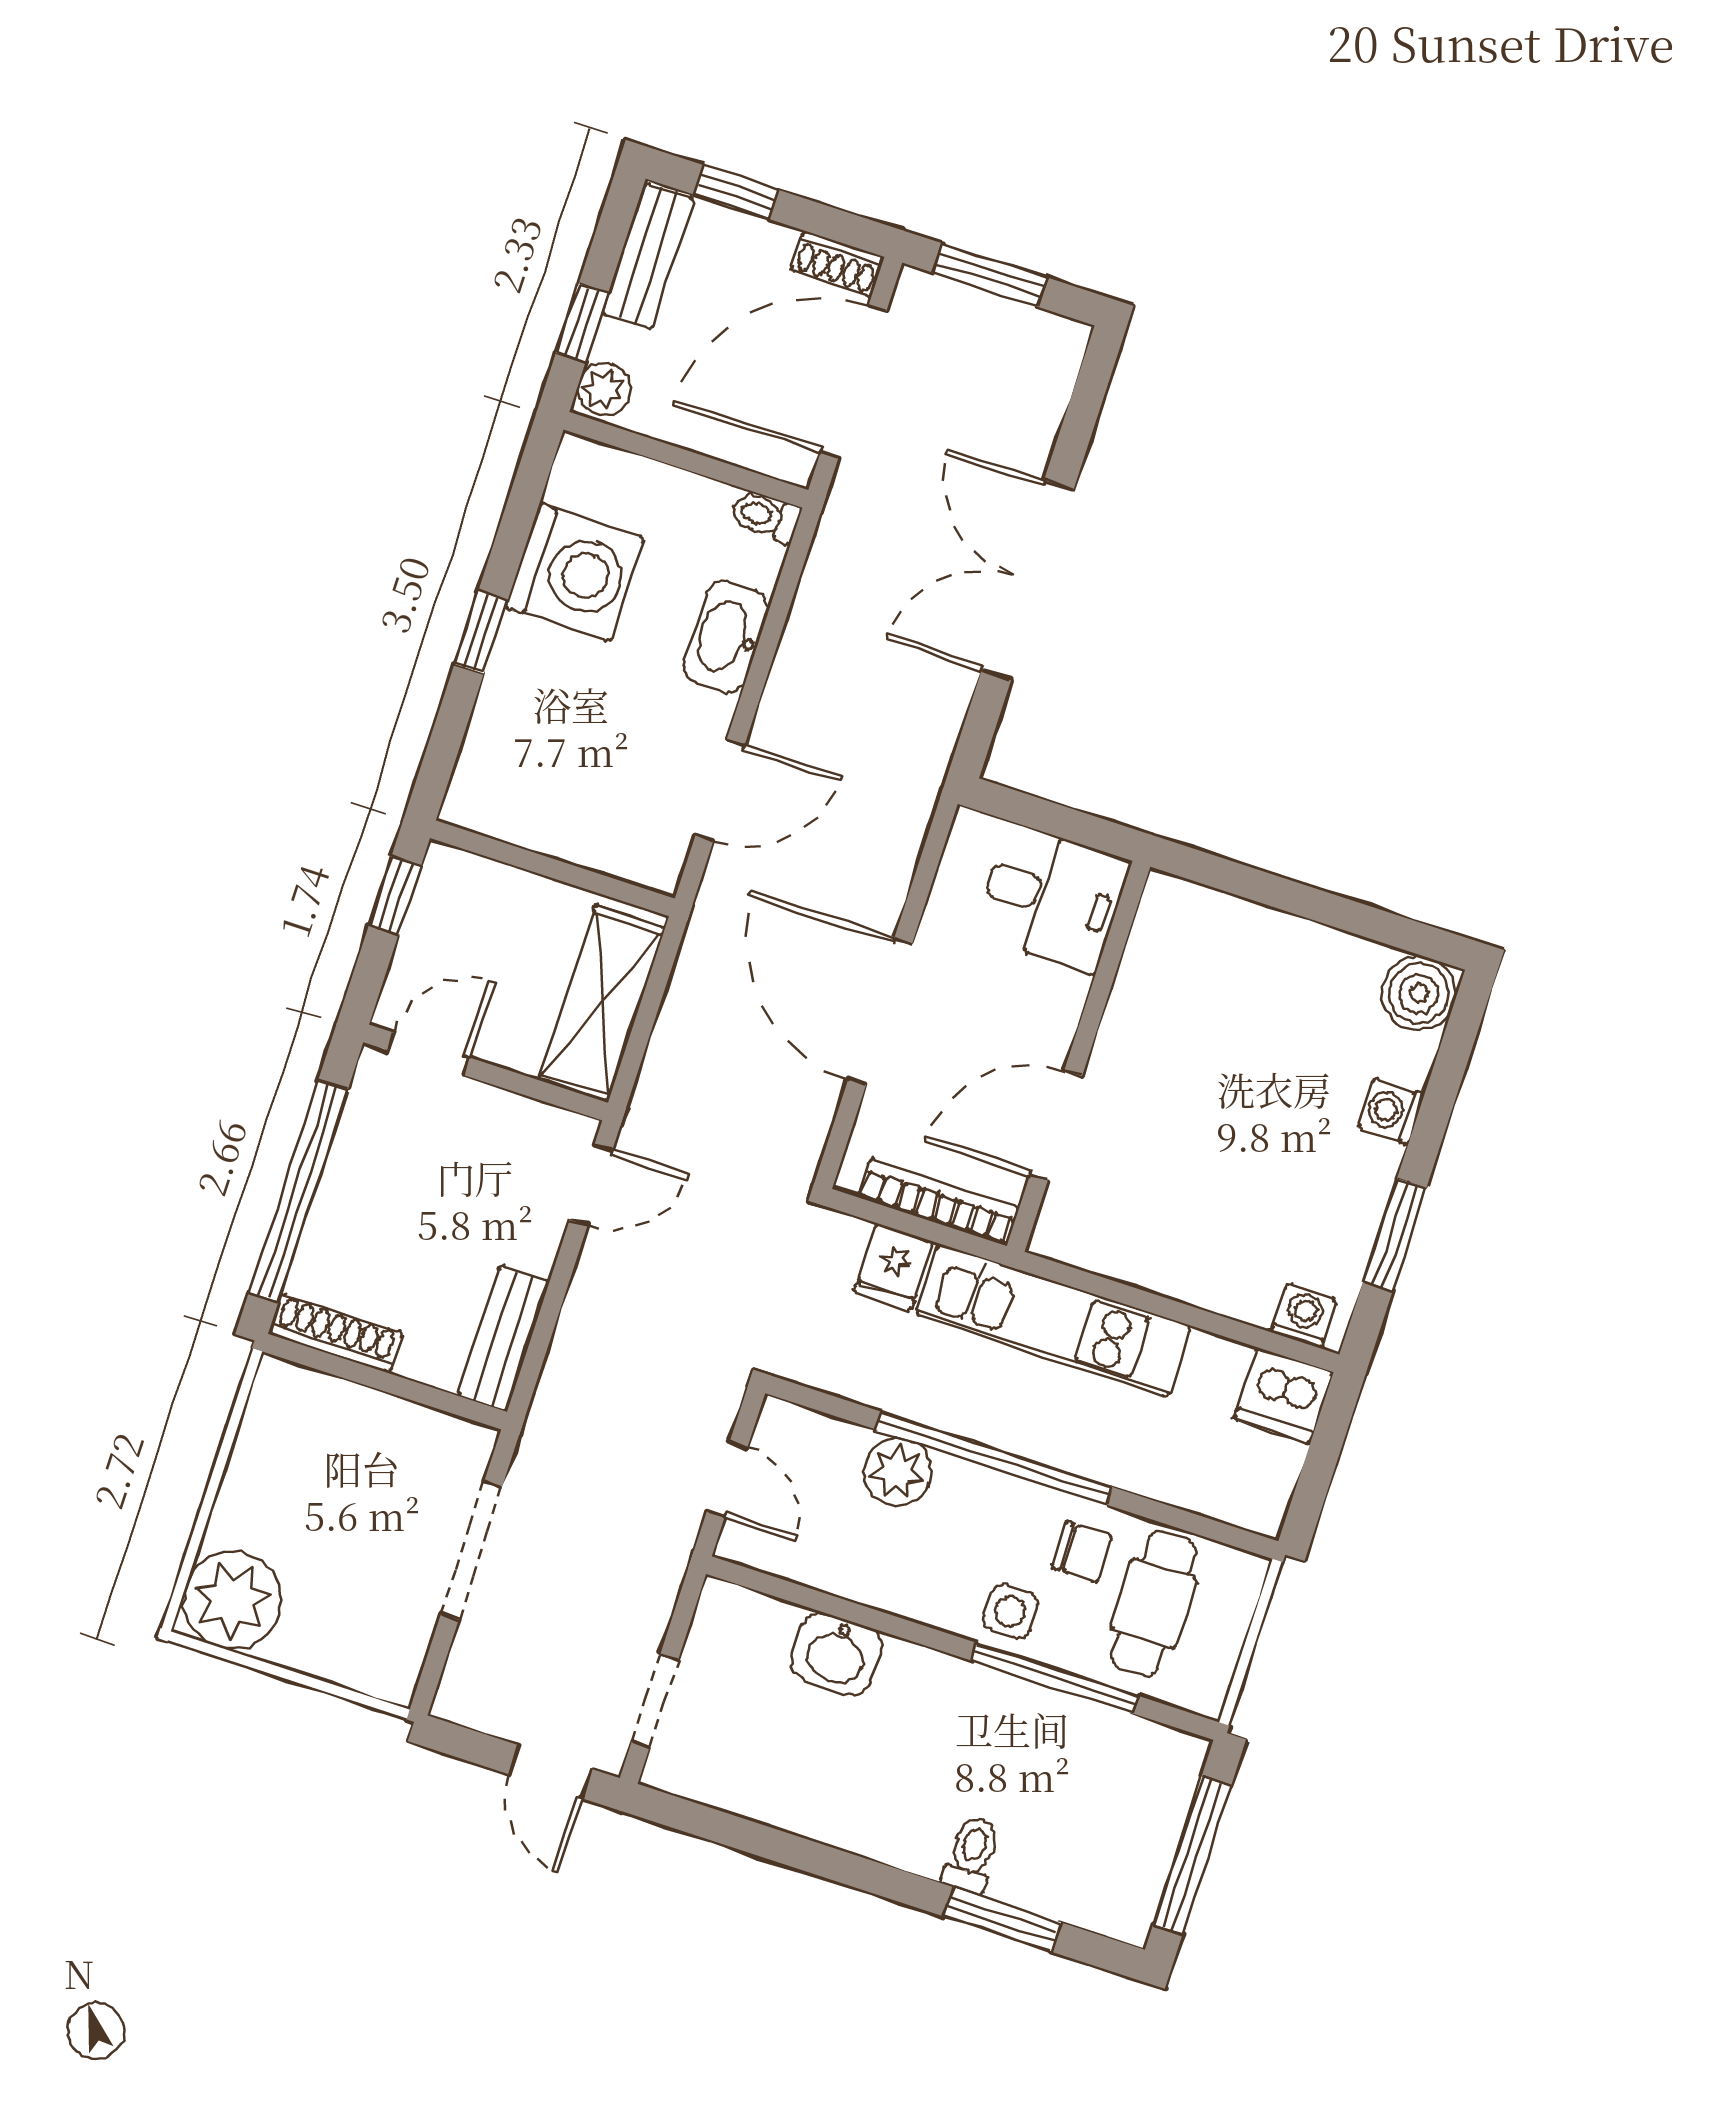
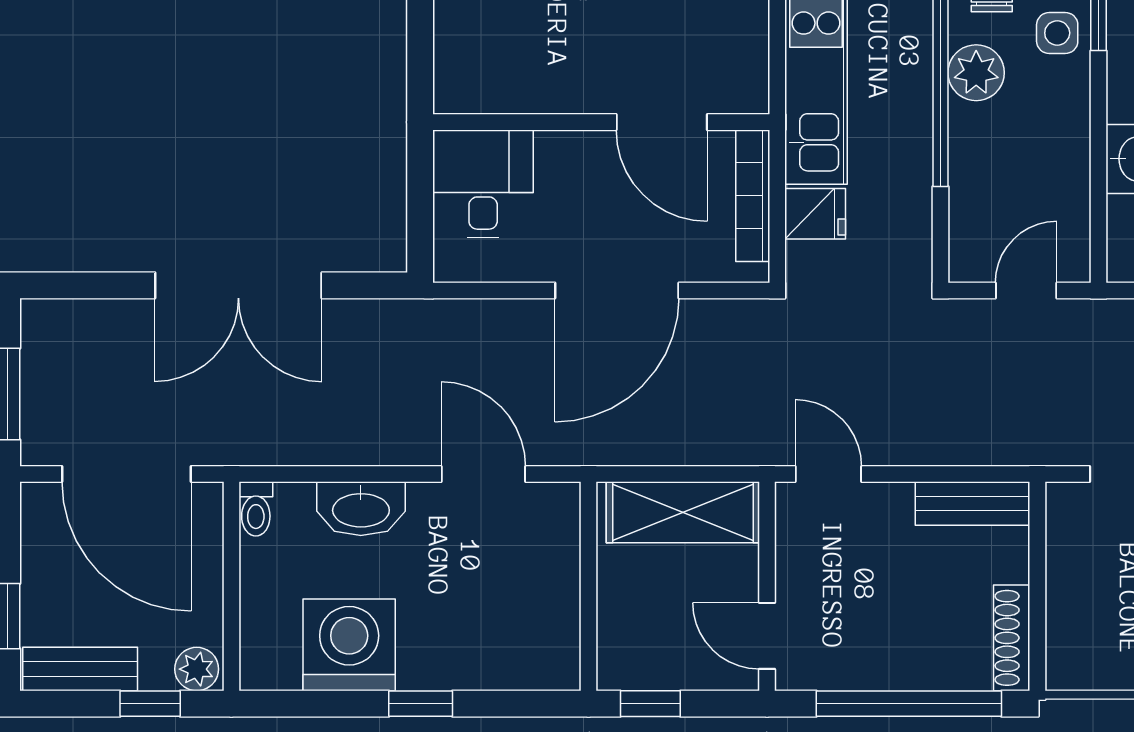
shoe rack: (837, 263) -> (37, 517), removed
plant: (897, 1472) -> (976, 73), moved

